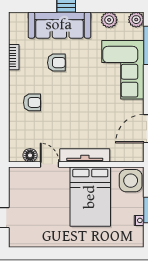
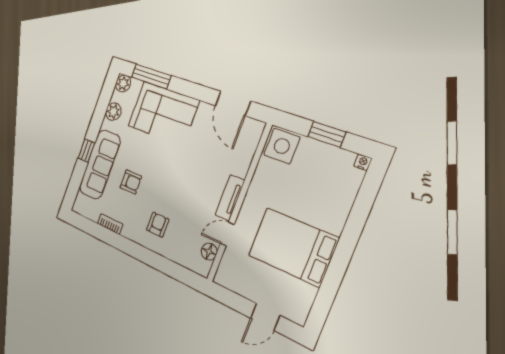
armchair: (56, 63) -> (131, 182), turned 90
tv unit: (85, 155) -> (230, 198), width x0.71
bed: (90, 197) -> (293, 247), moved, turned 180
nightstand: (139, 220) -> (363, 162), moved

